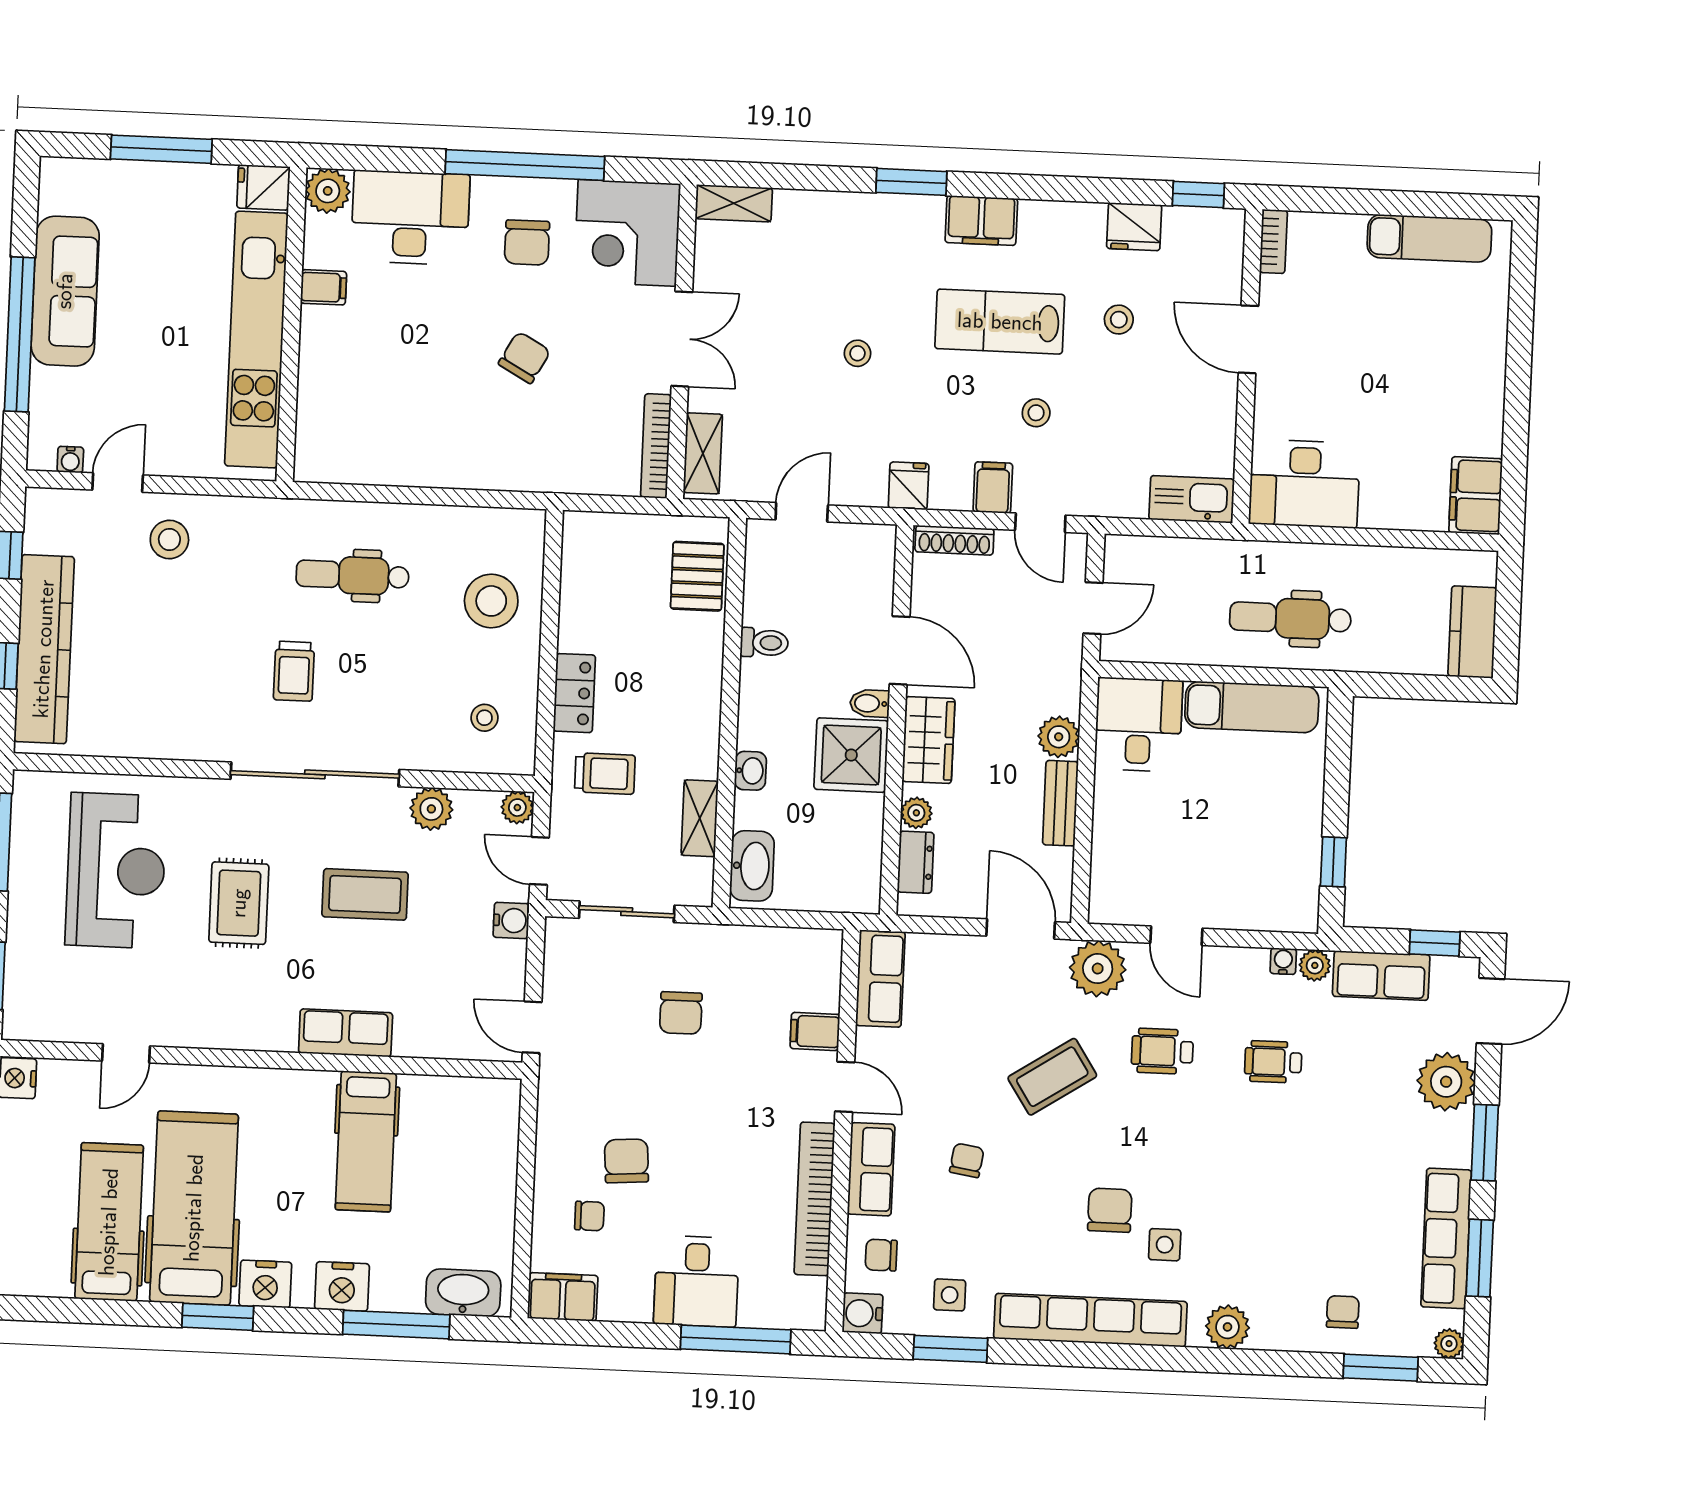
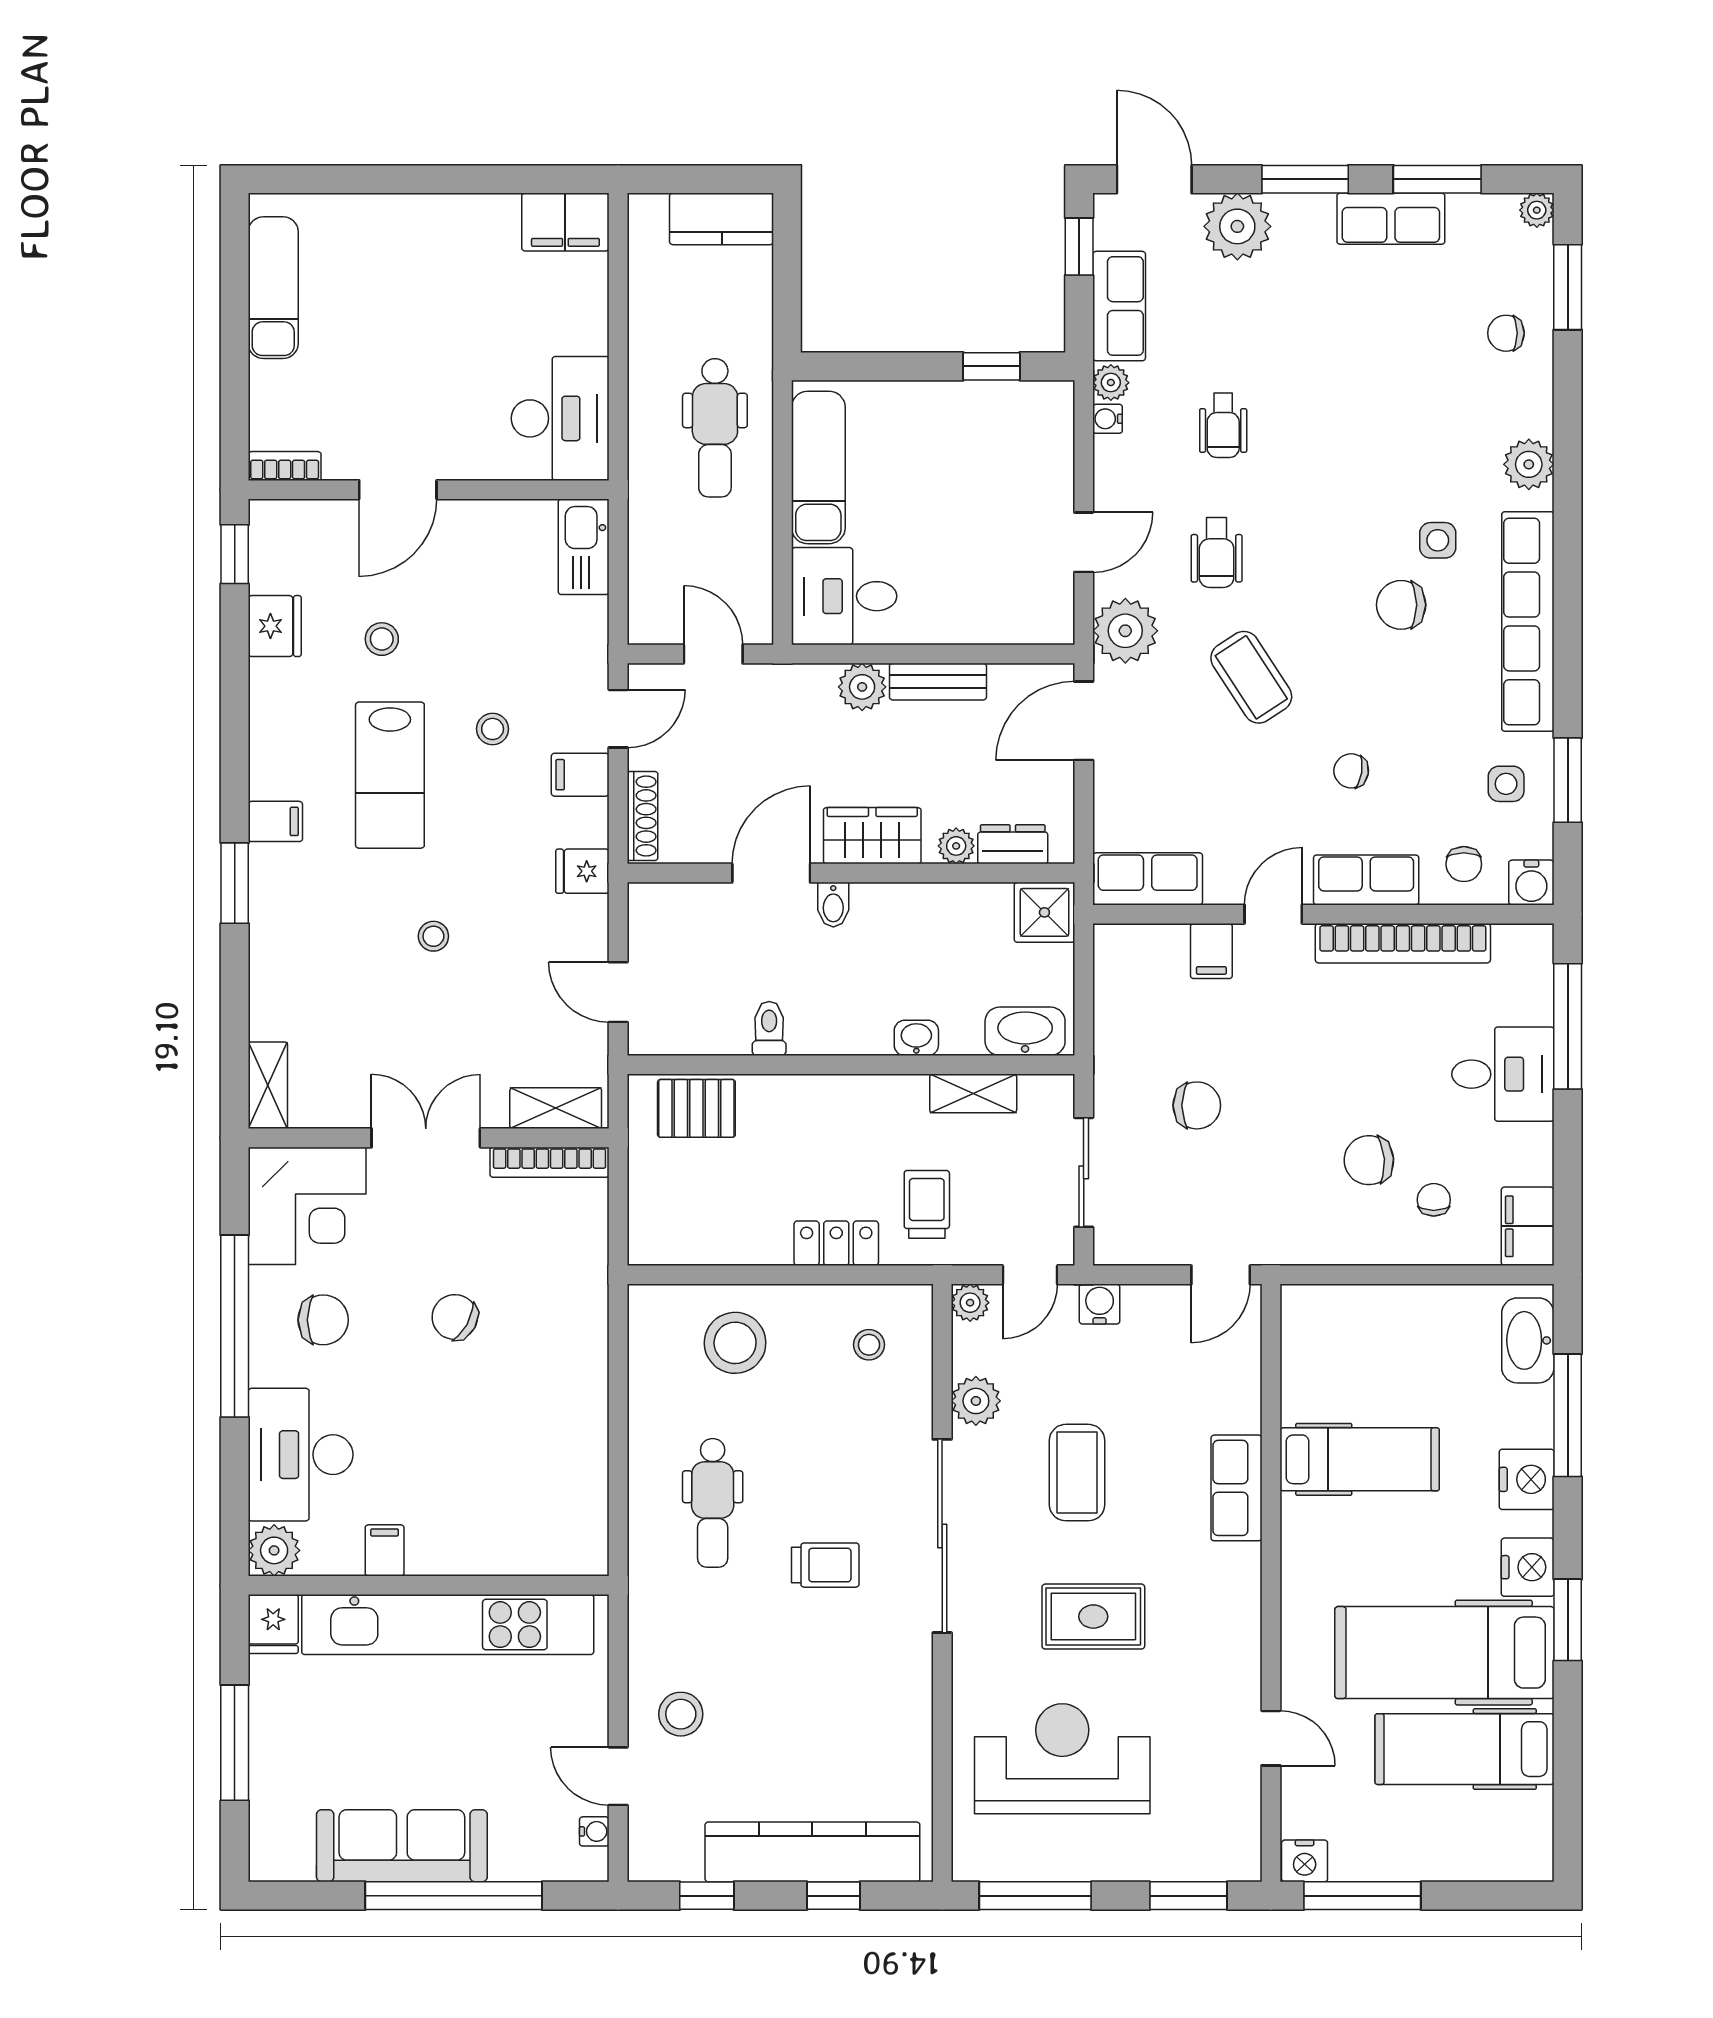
filing cabinet: (981, 221) -> (275, 821), width x0.50
shower: (851, 755) -> (1044, 912), moved, width x0.73, depth x0.73
row of seats: (1446, 1238) -> (1391, 219), width x0.68

